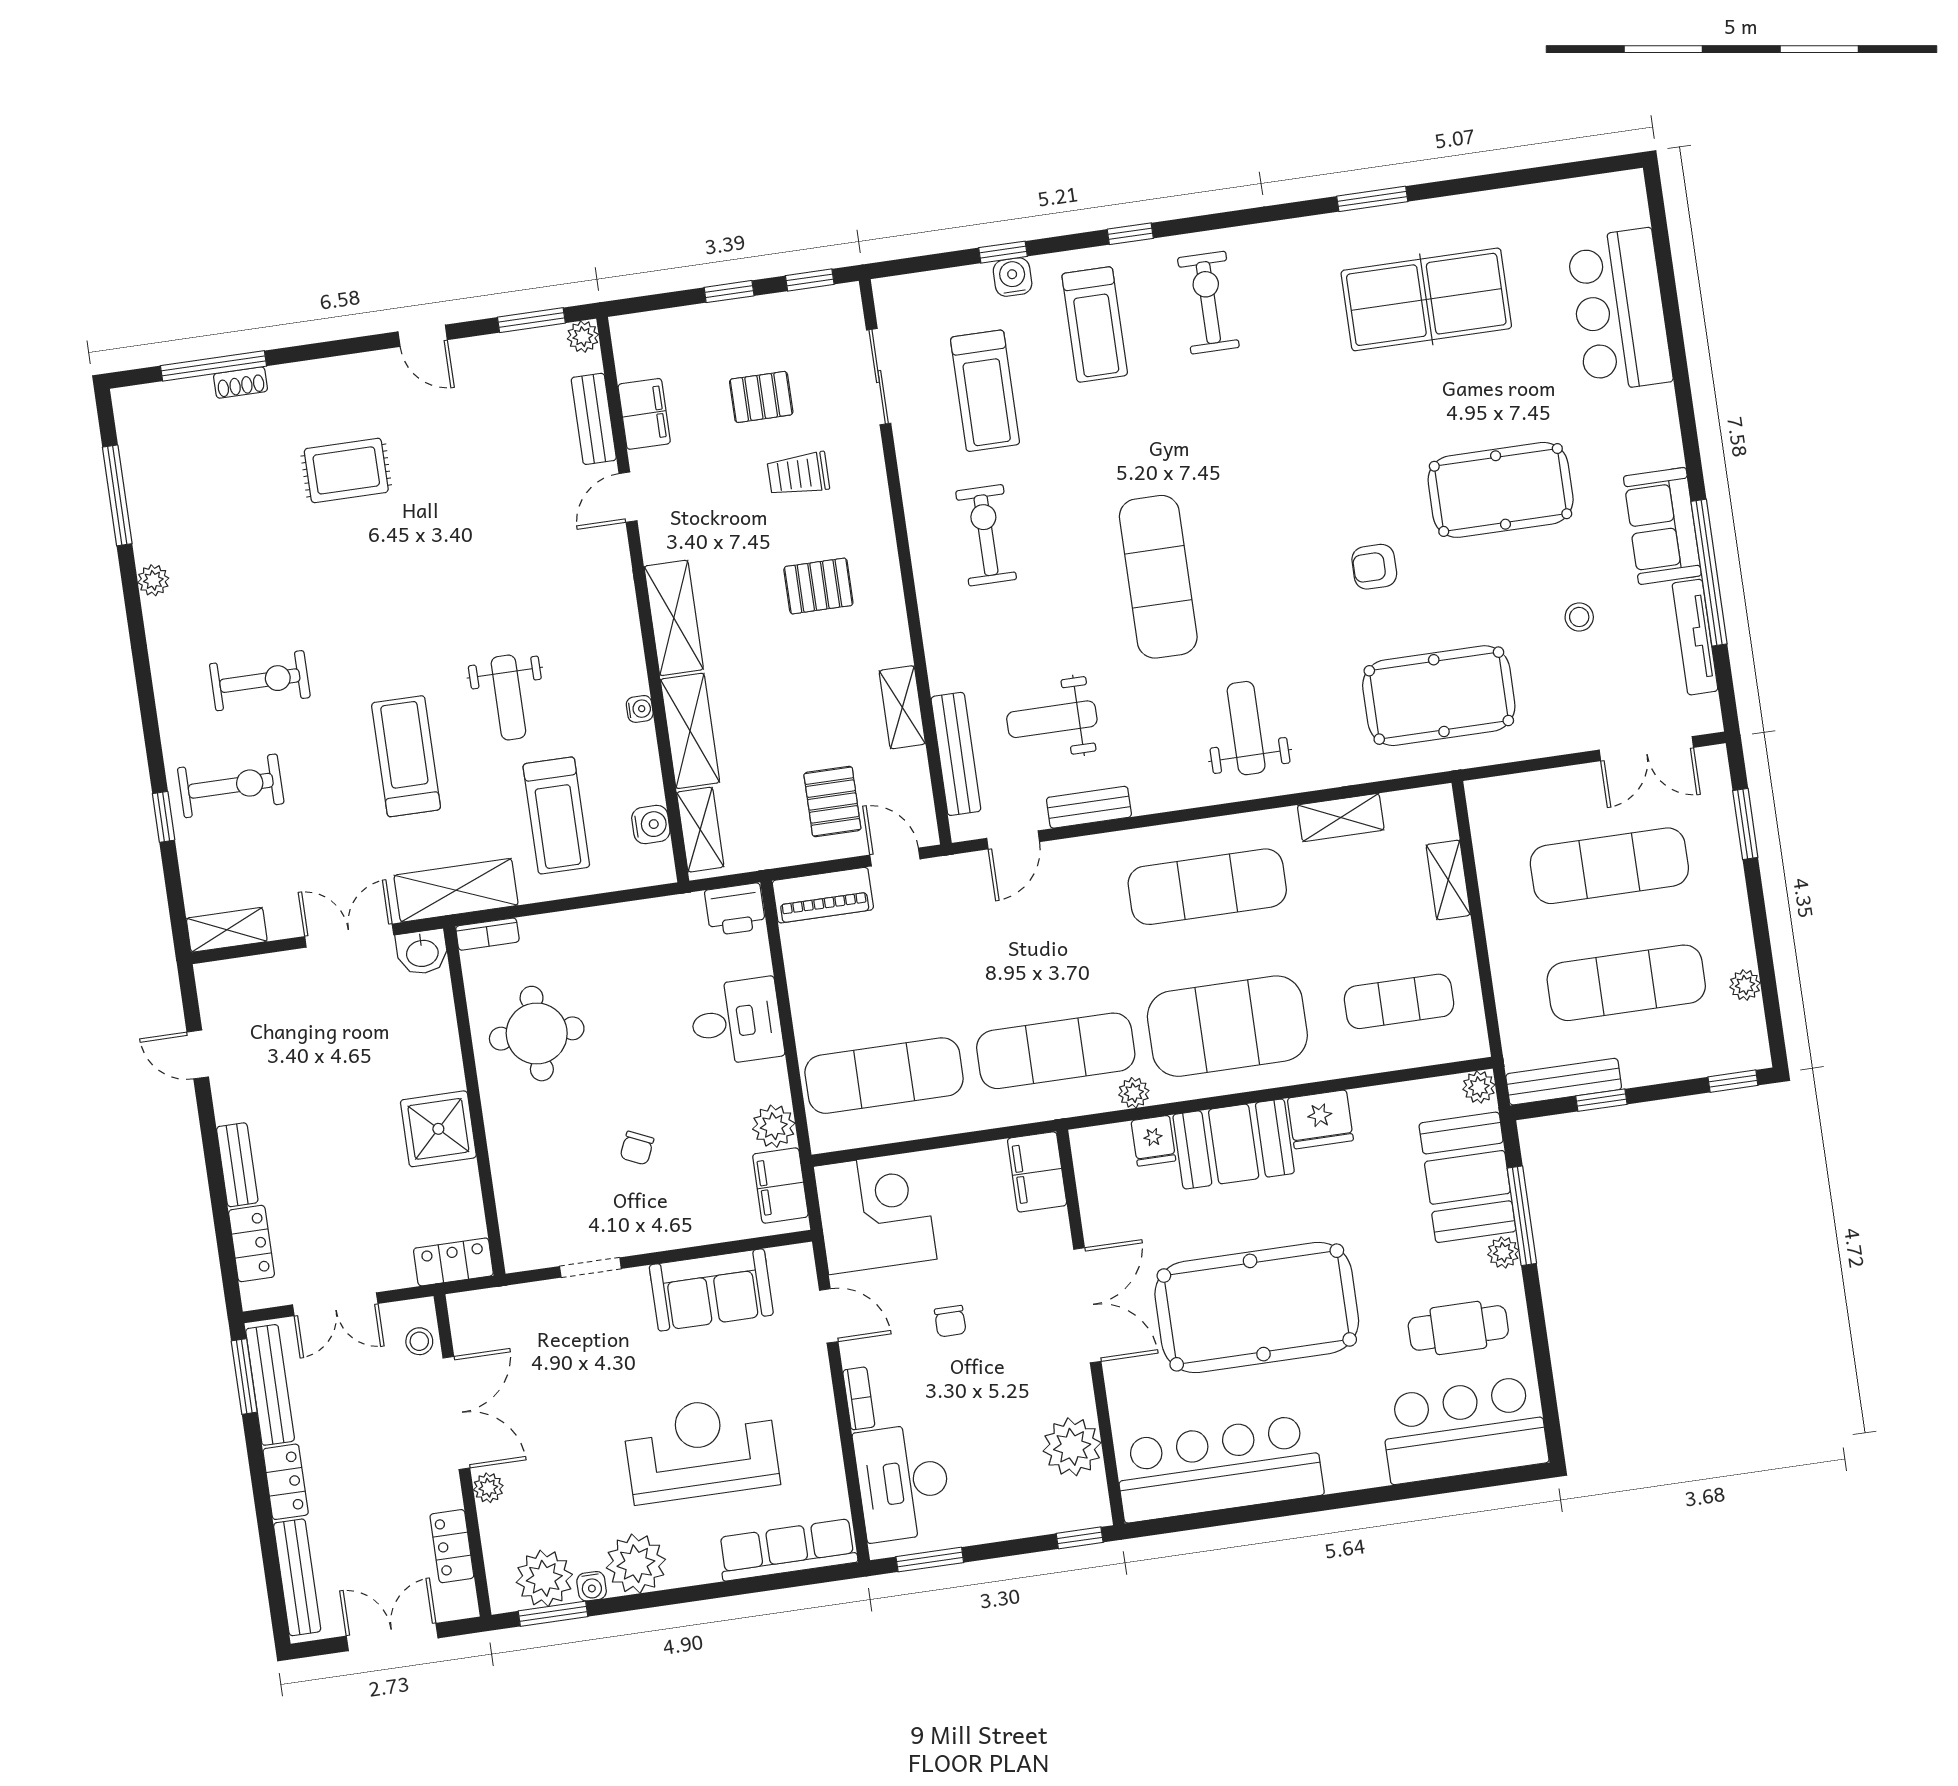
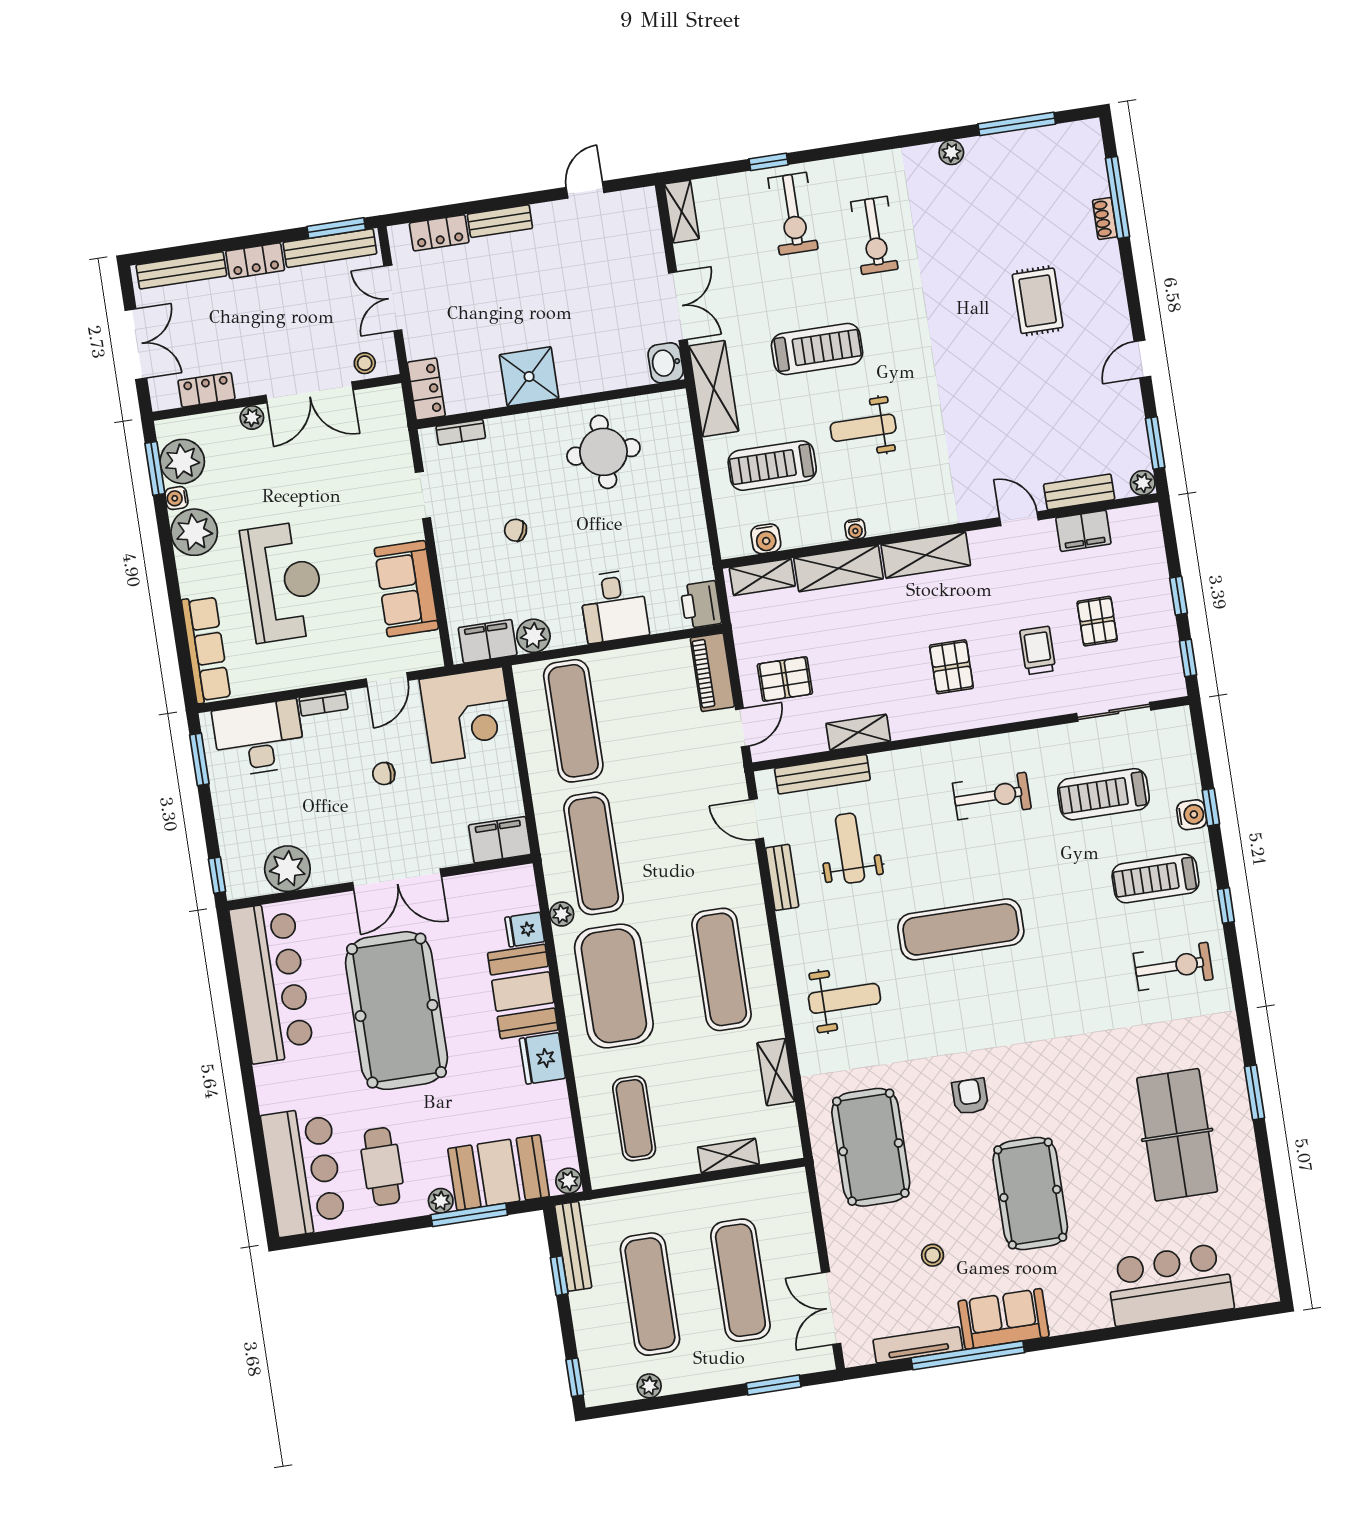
bookcase: (487, 934) -> (461, 432), moved, turned -90

